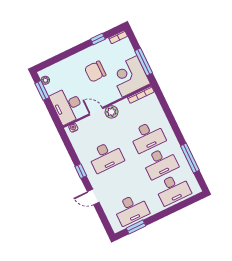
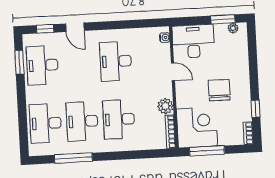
door: (96, 111) -> (173, 72), hinge flipped
plant: (111, 112) -> (165, 106), moved
window: (81, 171) -> (45, 29), moved
door: (93, 197) -> (75, 27), swing flipped

